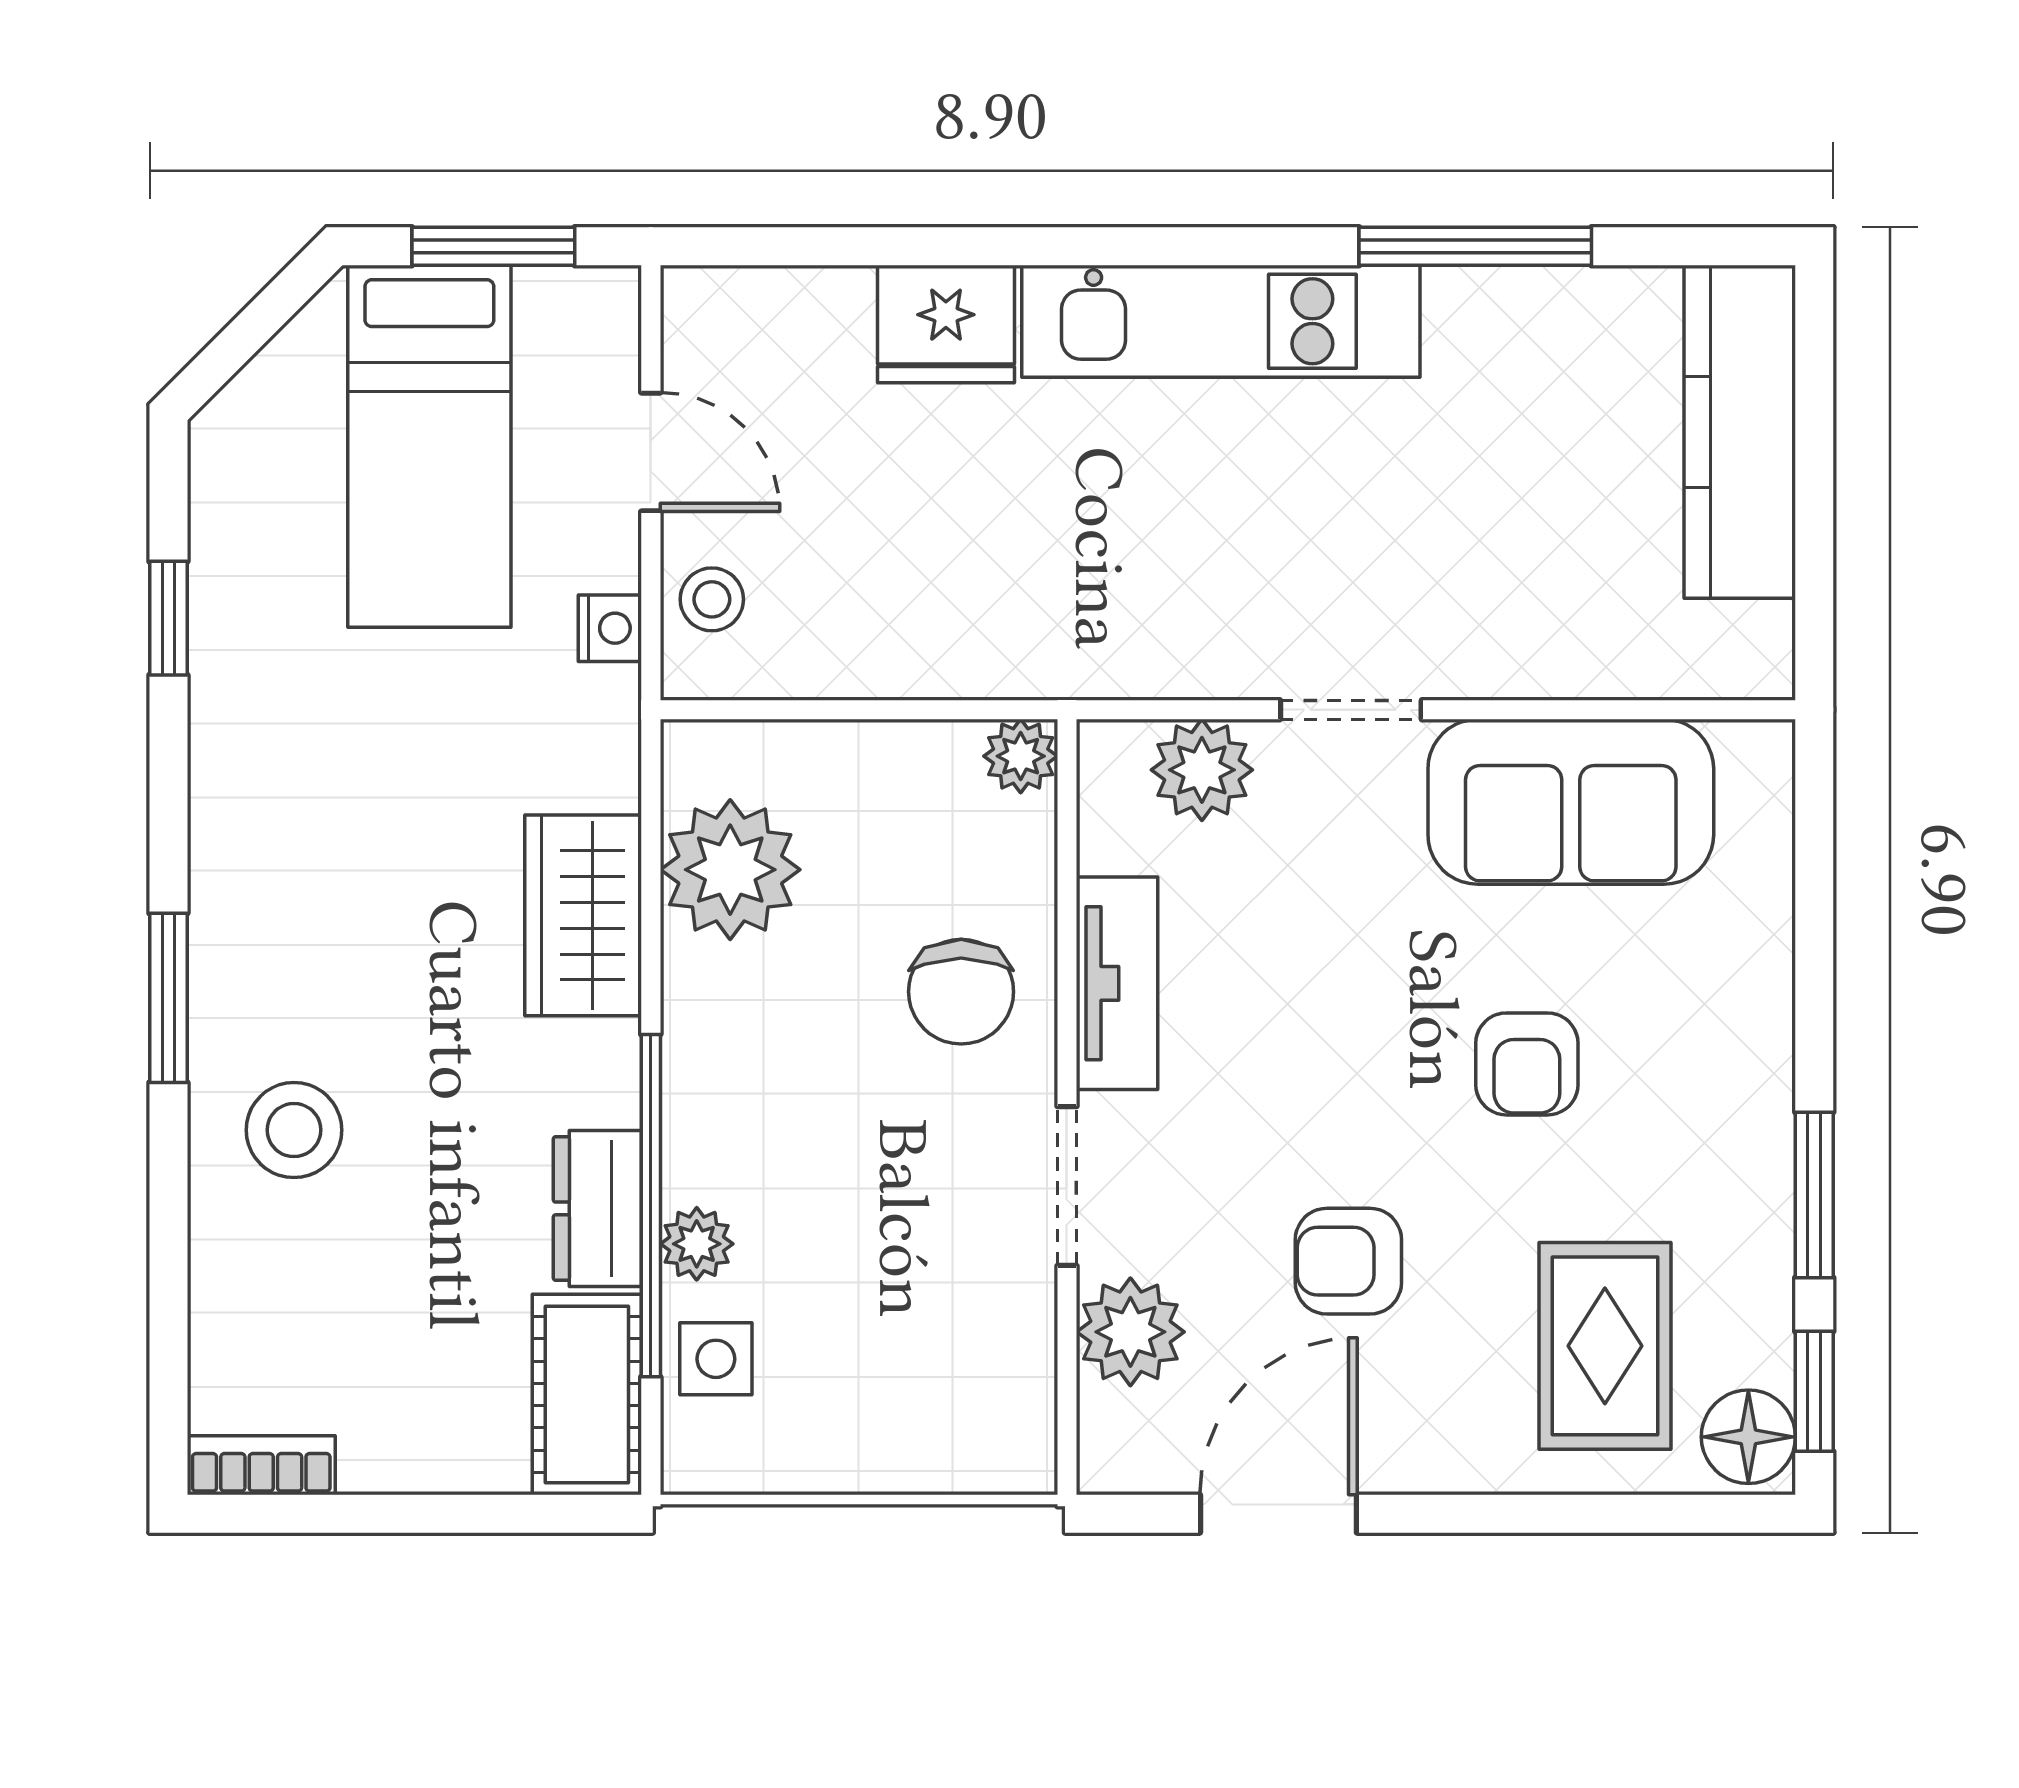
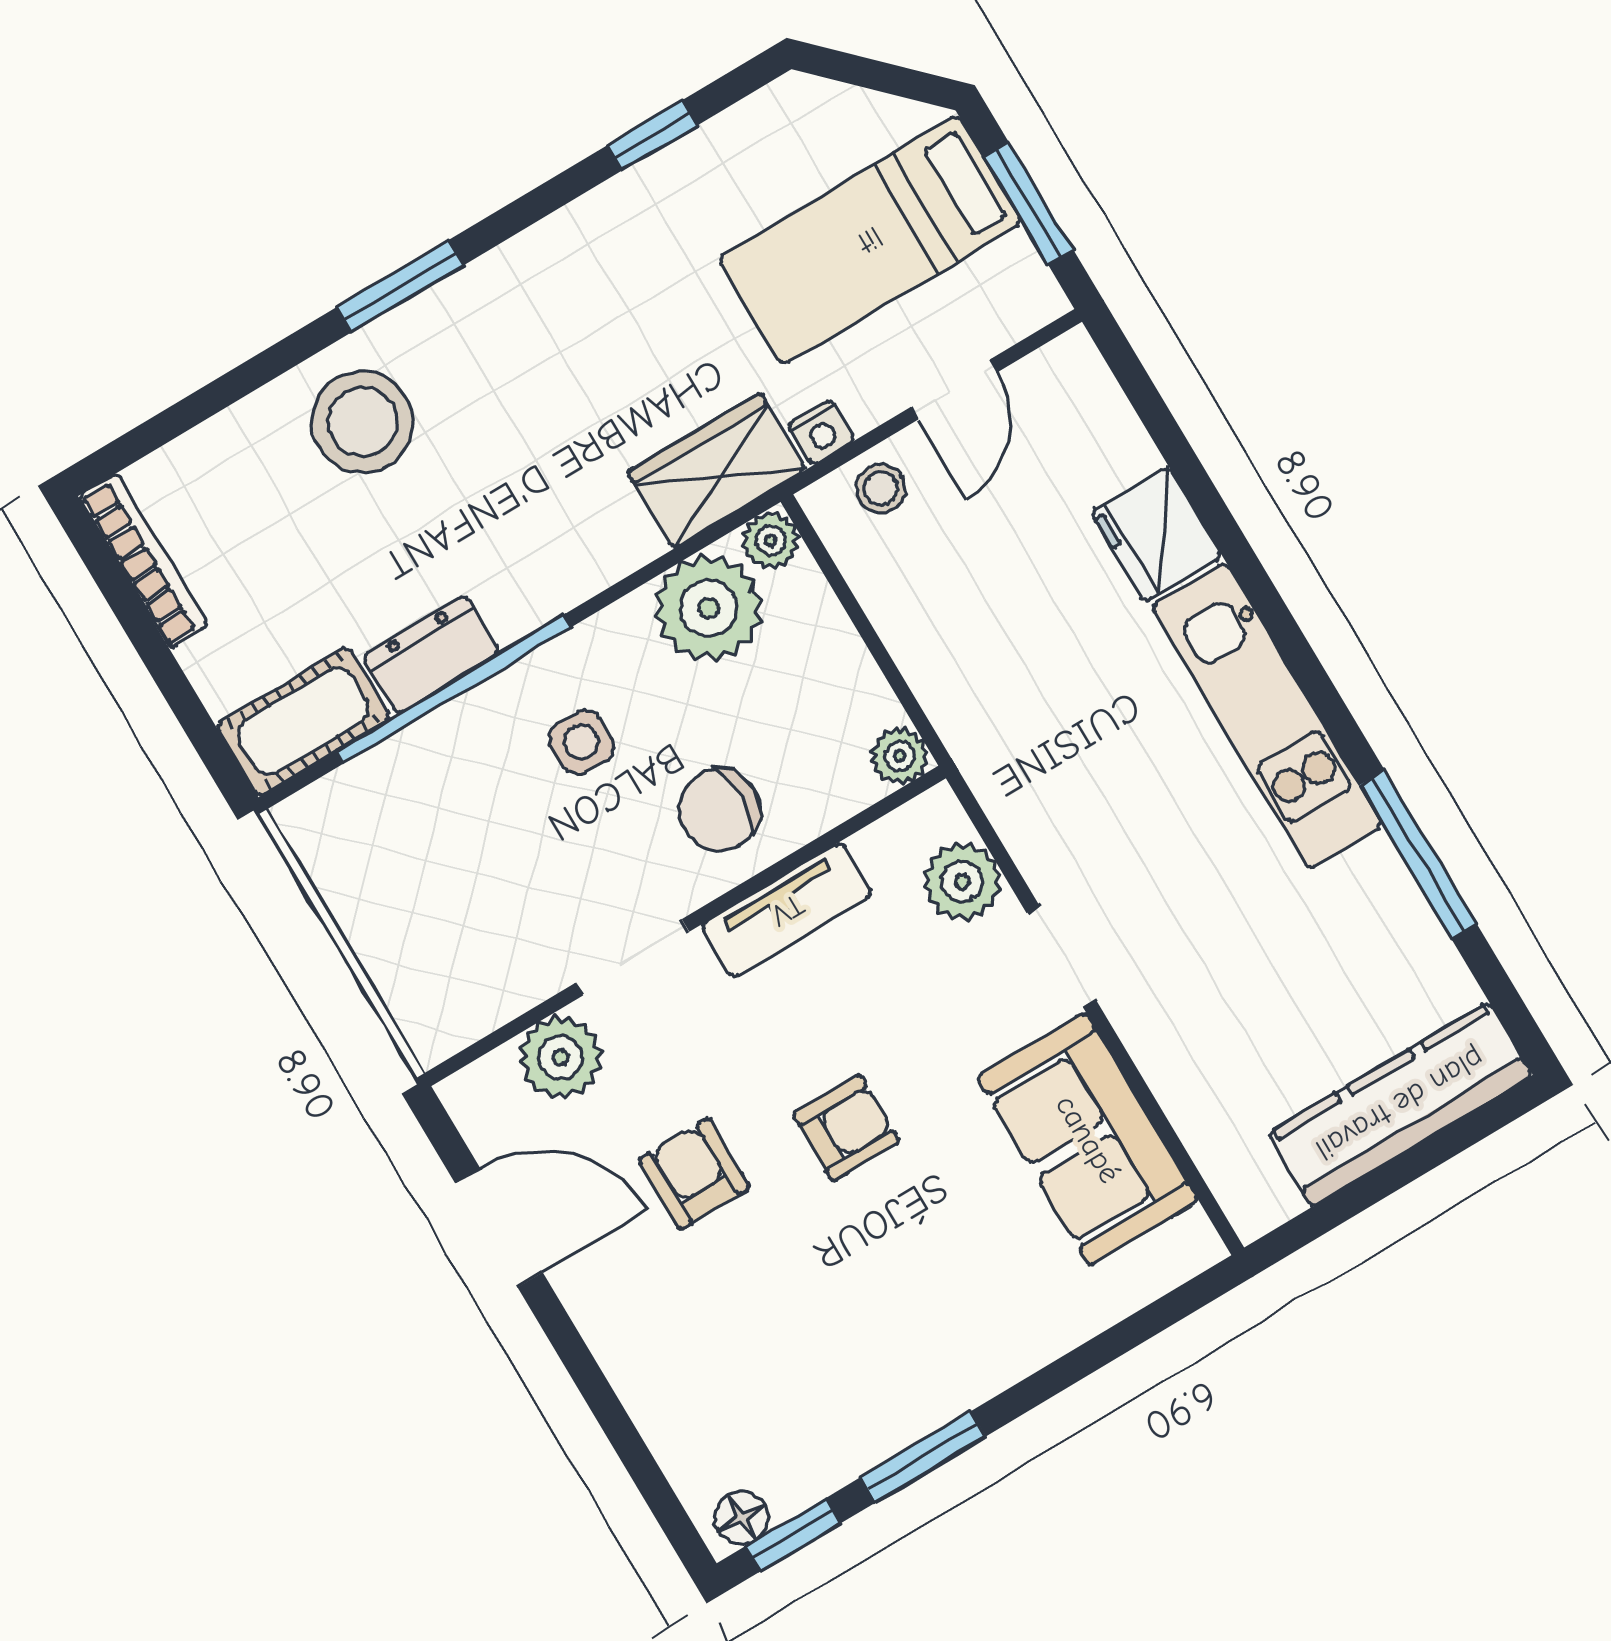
wardrobe: (583, 915) -> (717, 471), moved
armchair: (1527, 1064) -> (846, 1128), moved, turned 180
stool: (294, 1130) -> (362, 422), width x1.38, depth x1.38
plant: (697, 1244) -> (771, 541), moved
rug: (1605, 1346) -> (740, 1378), removed
side table: (716, 1359) -> (581, 742), moved
floor lamp: (1748, 1437) -> (742, 1518), width x0.73, depth x0.73
bookcase: (261, 1465) -> (143, 561), width x1.56

